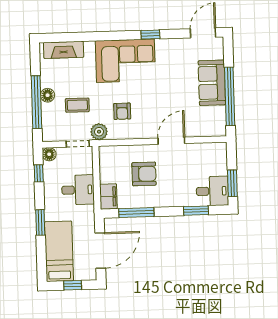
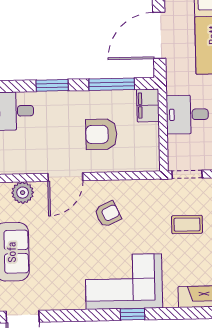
window: (150, 35) -> (133, 314), moved
armchair: (122, 111) -> (108, 214), moved, turned 65
plant: (99, 132) -> (23, 193), moved
window: (196, 211) -> (52, 85), moved

